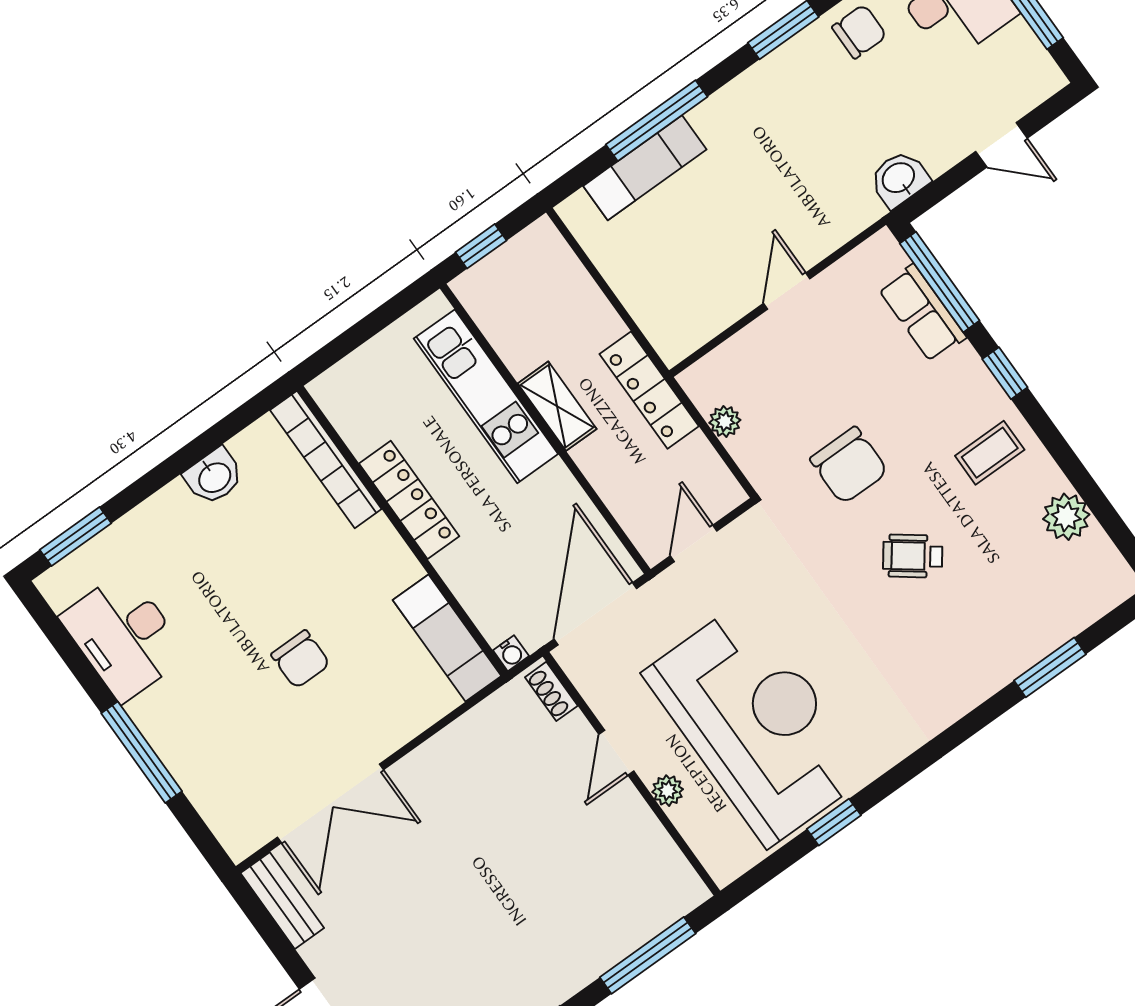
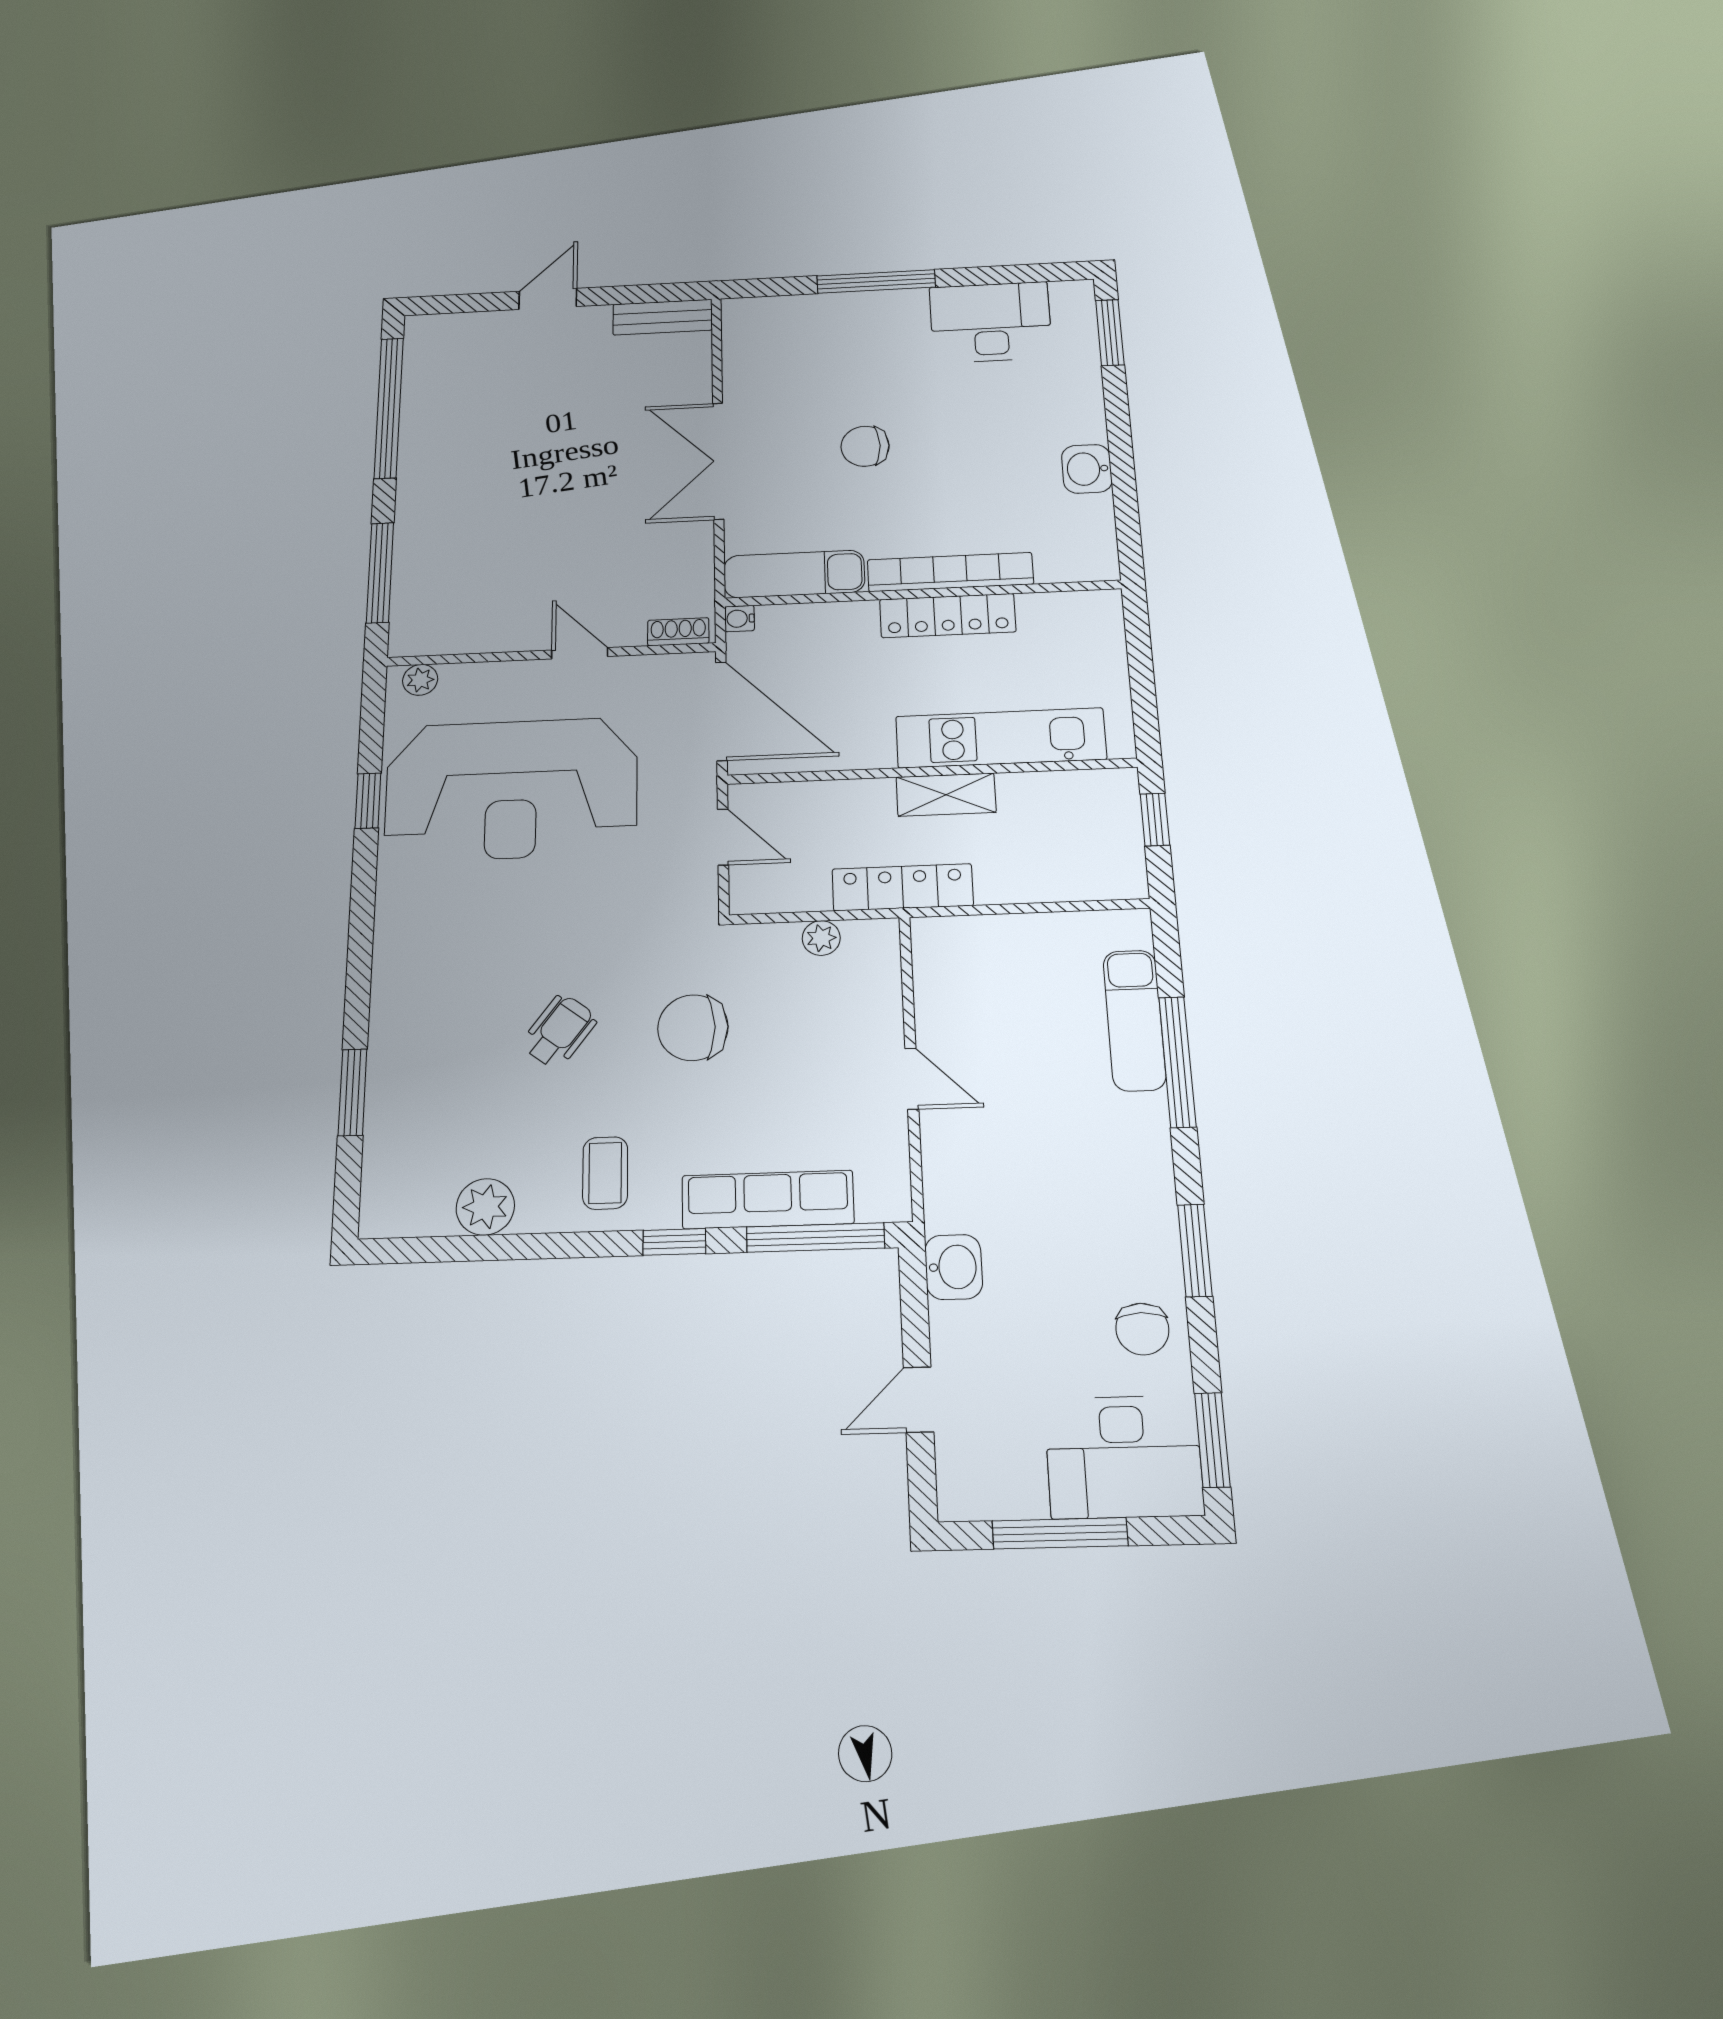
row of seats: (922, 313) -> (768, 1200), width x1.48
bookcase: (326, 460) -> (950, 572), moved
plant: (668, 791) -> (420, 680), moved
double door: (330, 803) -> (718, 461), moved

